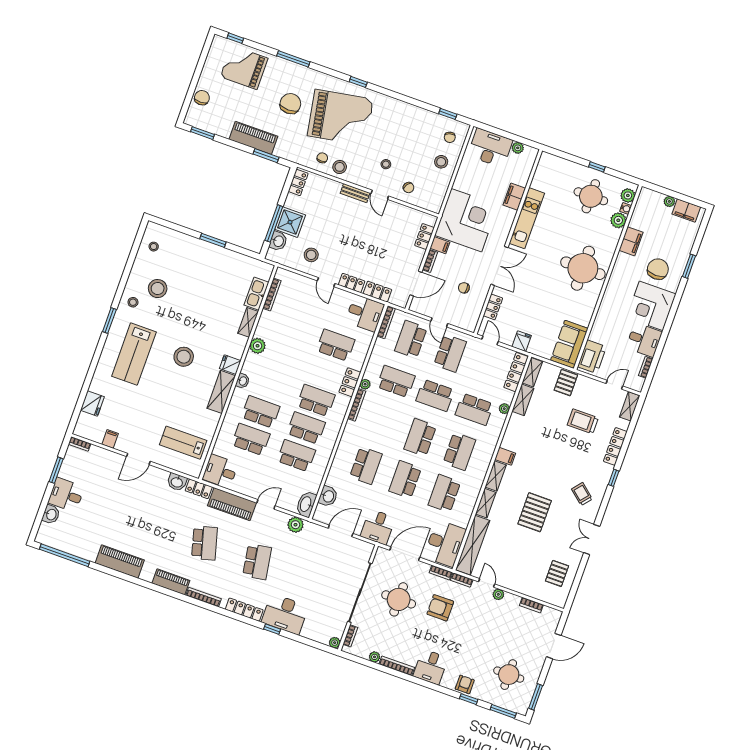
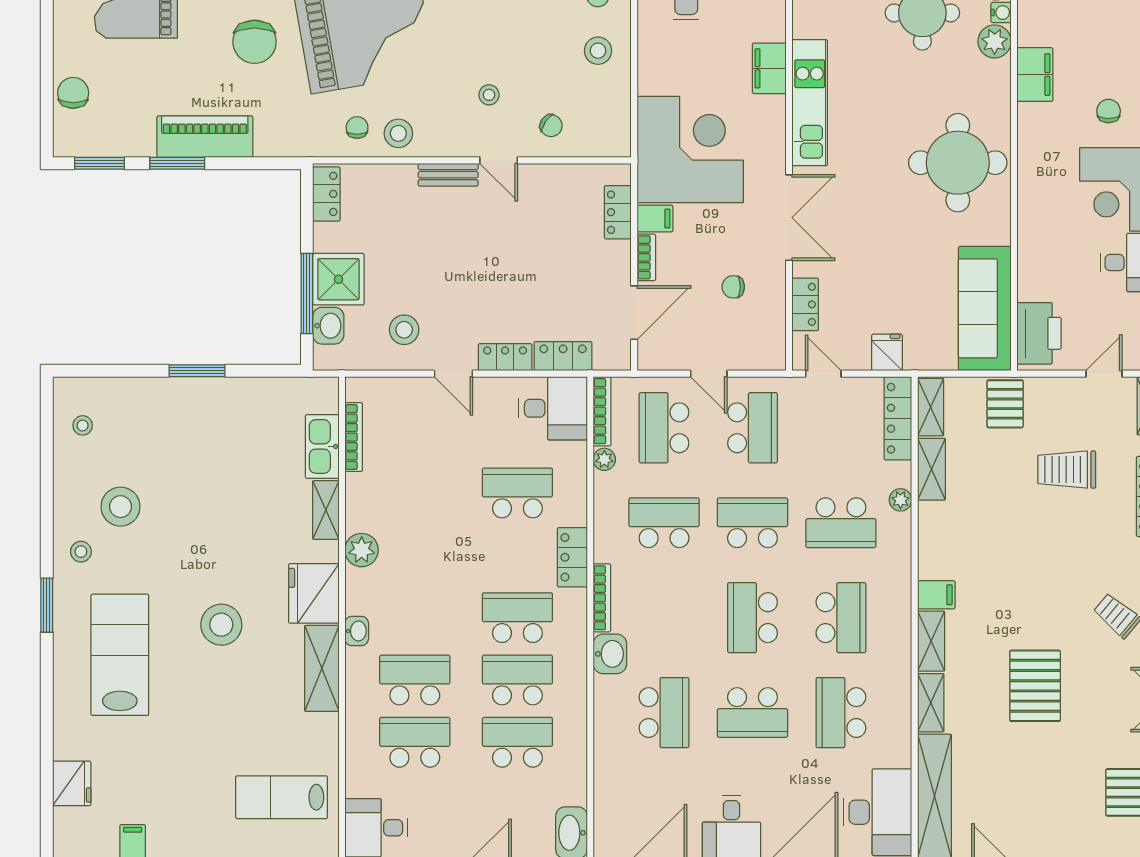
chair: (290, 104) -> (255, 42), turned 180
window: (266, 156) -> (177, 163), moved
chair: (658, 269) -> (1109, 111), width x0.54, depth x0.54
sofa: (569, 344) -> (985, 308), width x1.36
lab bench: (134, 354) -> (120, 655), turned 180
fridge: (230, 365) -> (314, 593), width x1.88, depth x1.34
plant: (365, 384) -> (604, 459), moved
school desk: (435, 395) -> (752, 523), turned 180
school desk: (405, 479) -> (752, 713), turned -90
washbasin: (328, 496) -> (610, 654), moved

